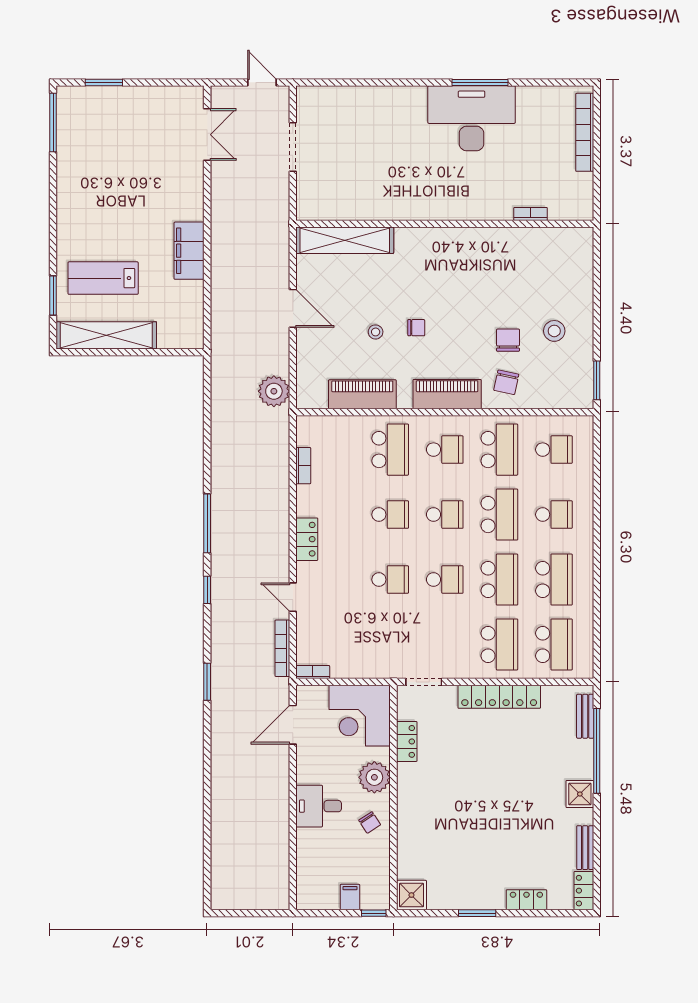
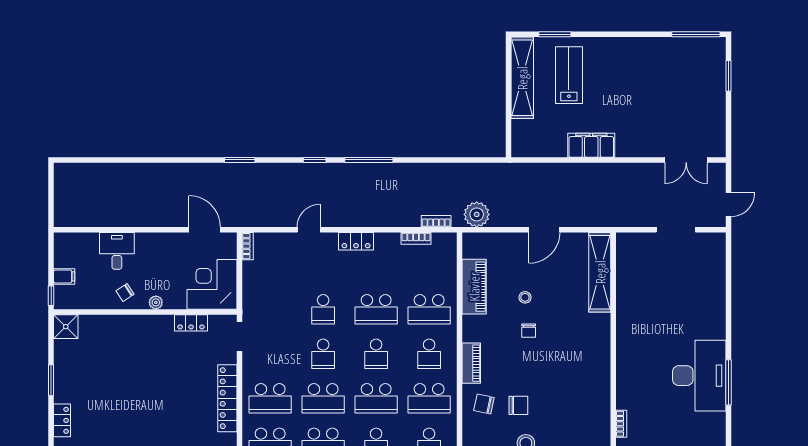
piano: (447, 394) -> (471, 363), width x0.73, depth x0.75
school desk: (390, 515) -> (376, 309), width x1.85
bookcase: (282, 648) -> (436, 221), moved, width x0.64
plant: (374, 777) -> (156, 302), width x0.53, depth x0.53
desk: (319, 806) -> (117, 251), moved

